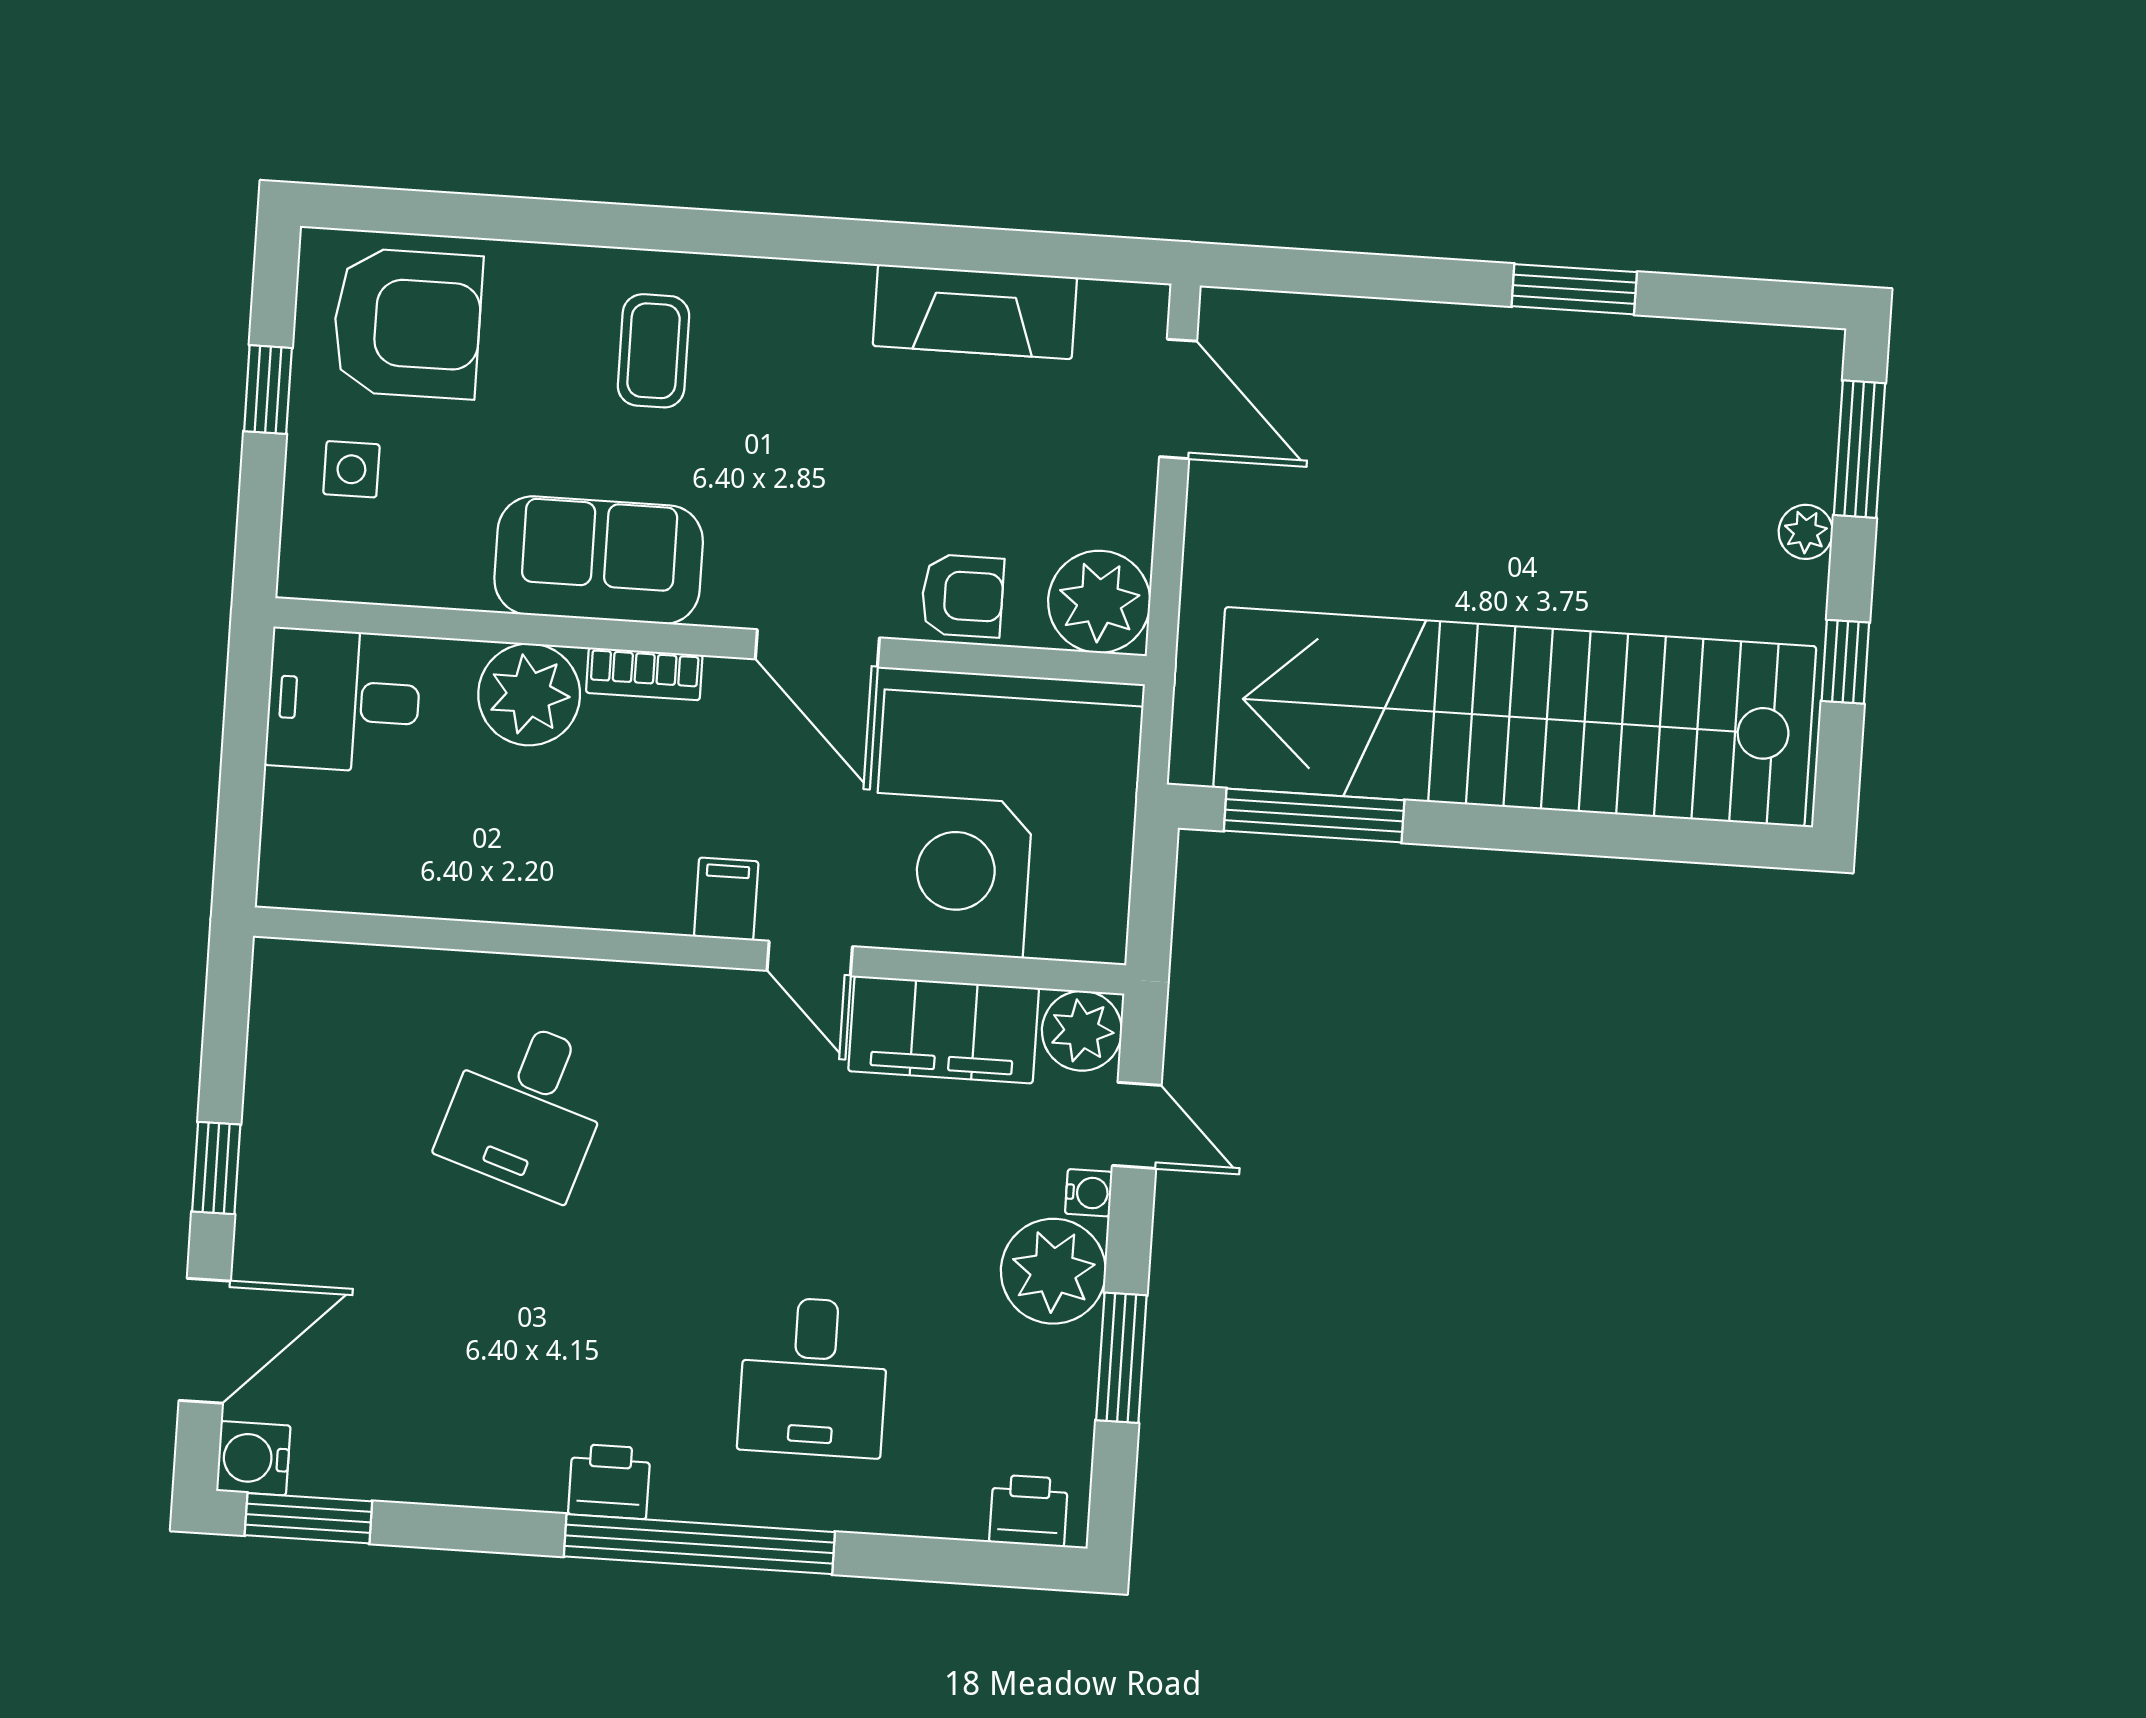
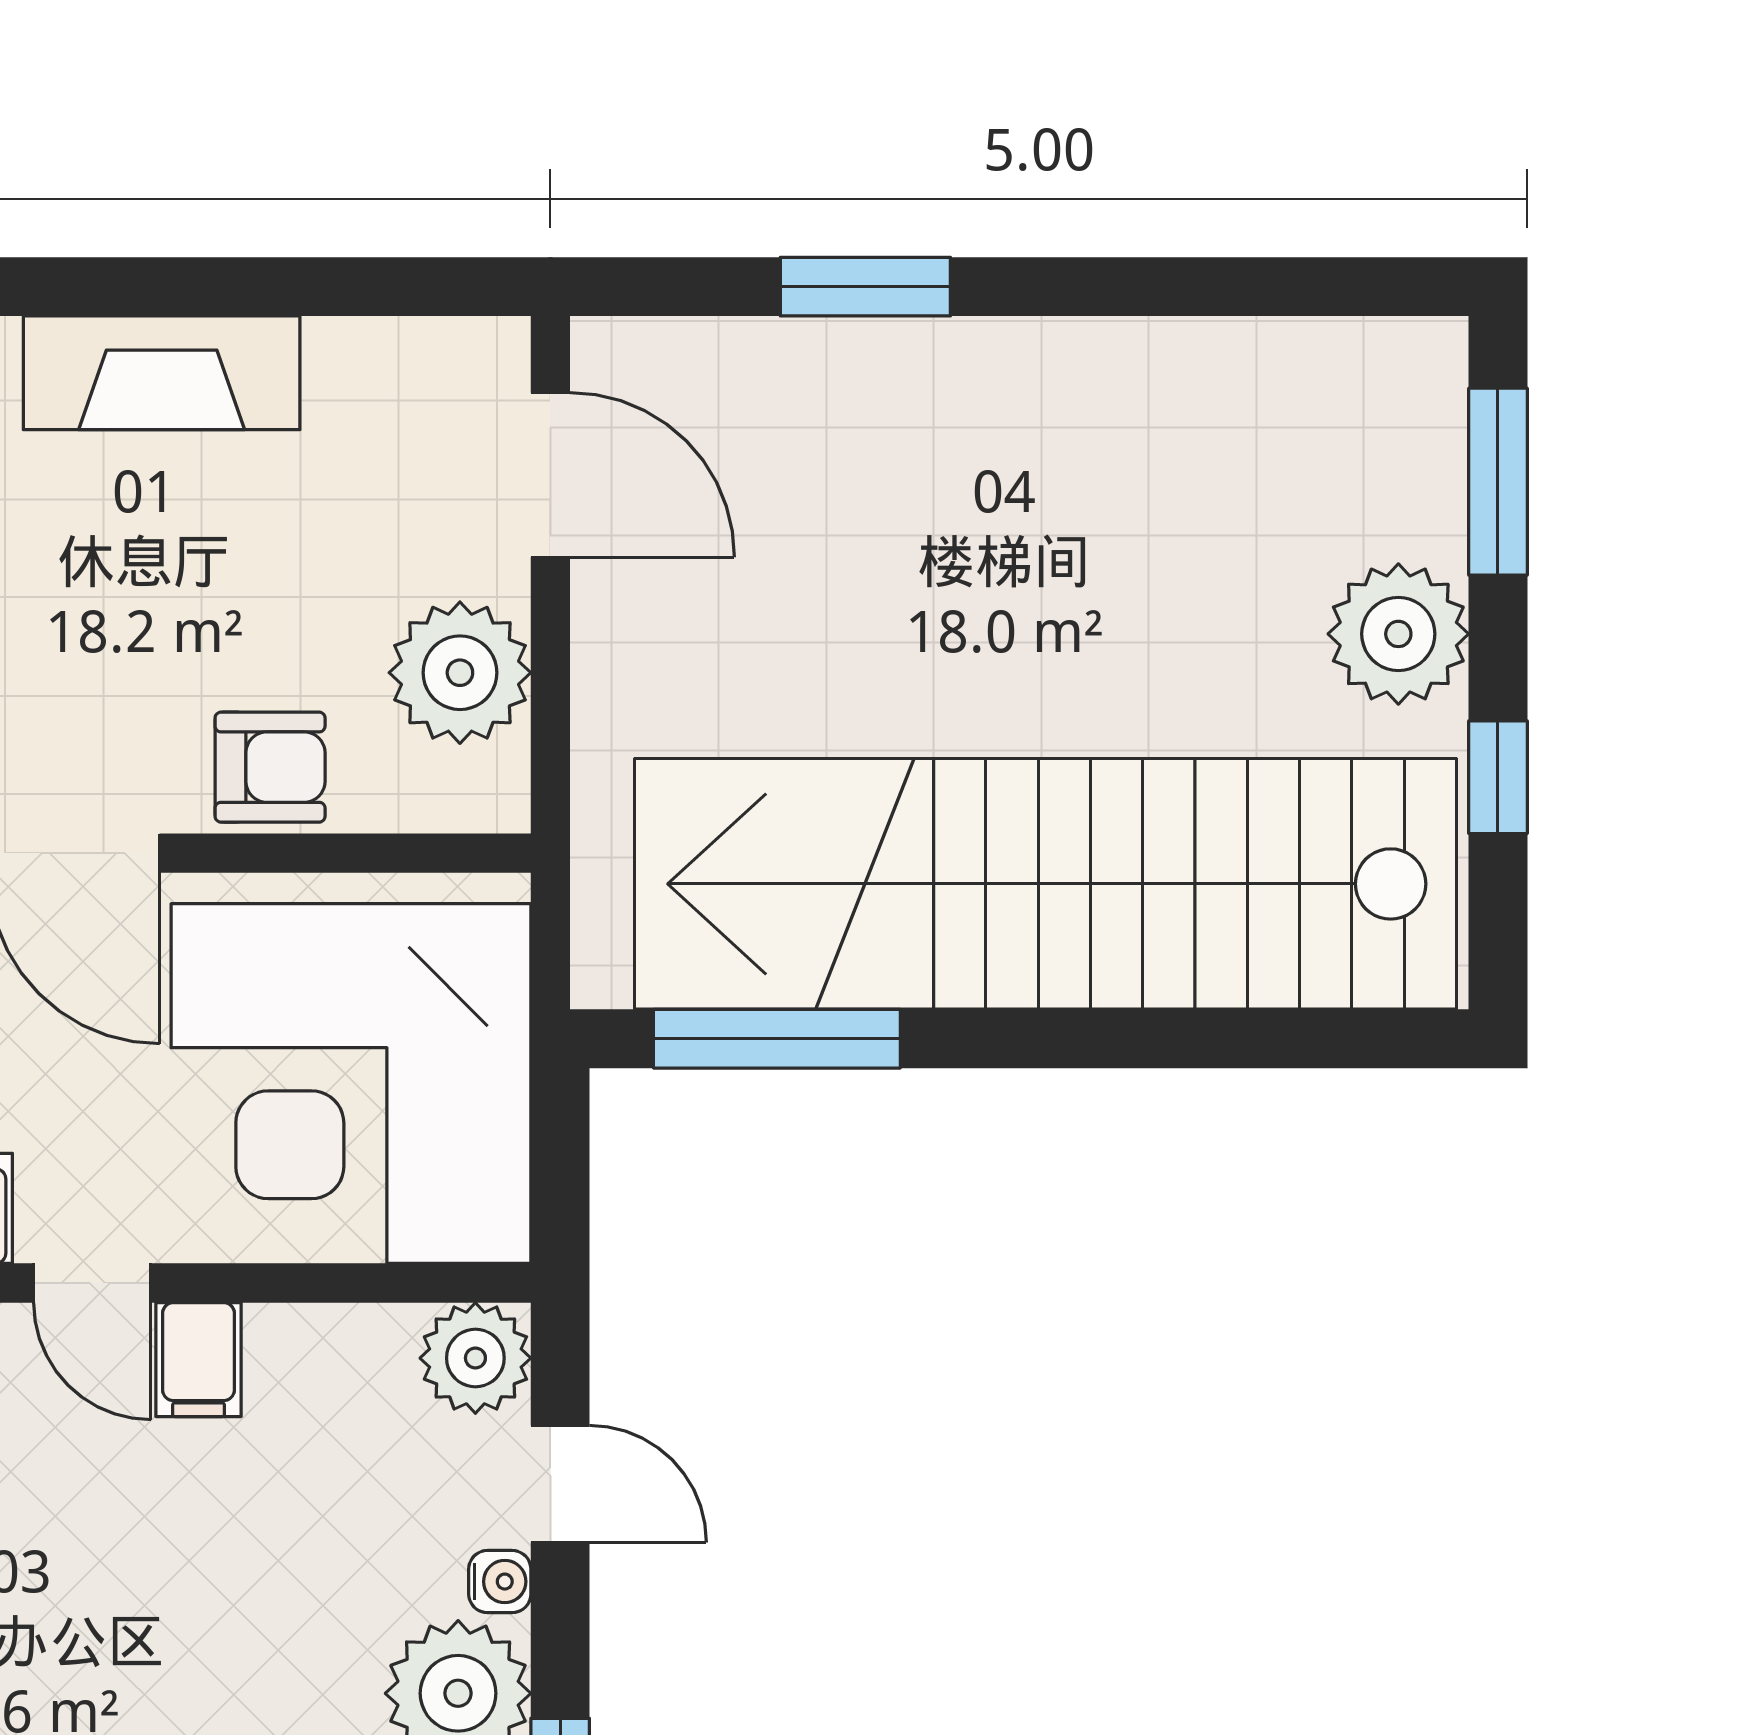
window: (1574, 289) -> (865, 287), moved
fireplace: (975, 312) -> (162, 373), moved
plant: (1806, 532) -> (1398, 634), width x1.88, depth x1.88
plant: (1099, 602) -> (460, 673), moved
filing cabinet: (944, 1030) -> (199, 1360), width x0.33, depth x0.86

